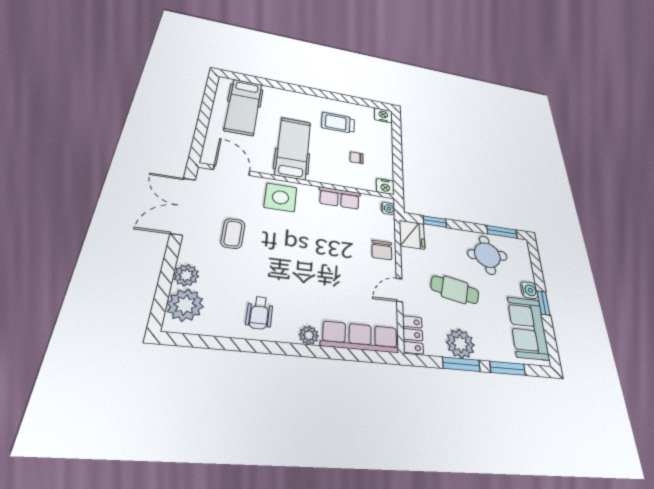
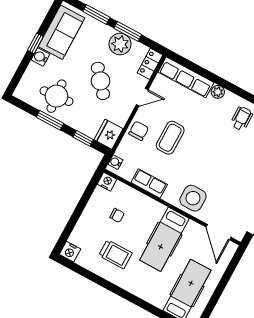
window: (502, 232) -> (50, 120), moved
coffee table: (233, 234) -> (170, 138), moved, width x1.36, depth x1.30
cafe table: (455, 290) -> (100, 81), turned 38

